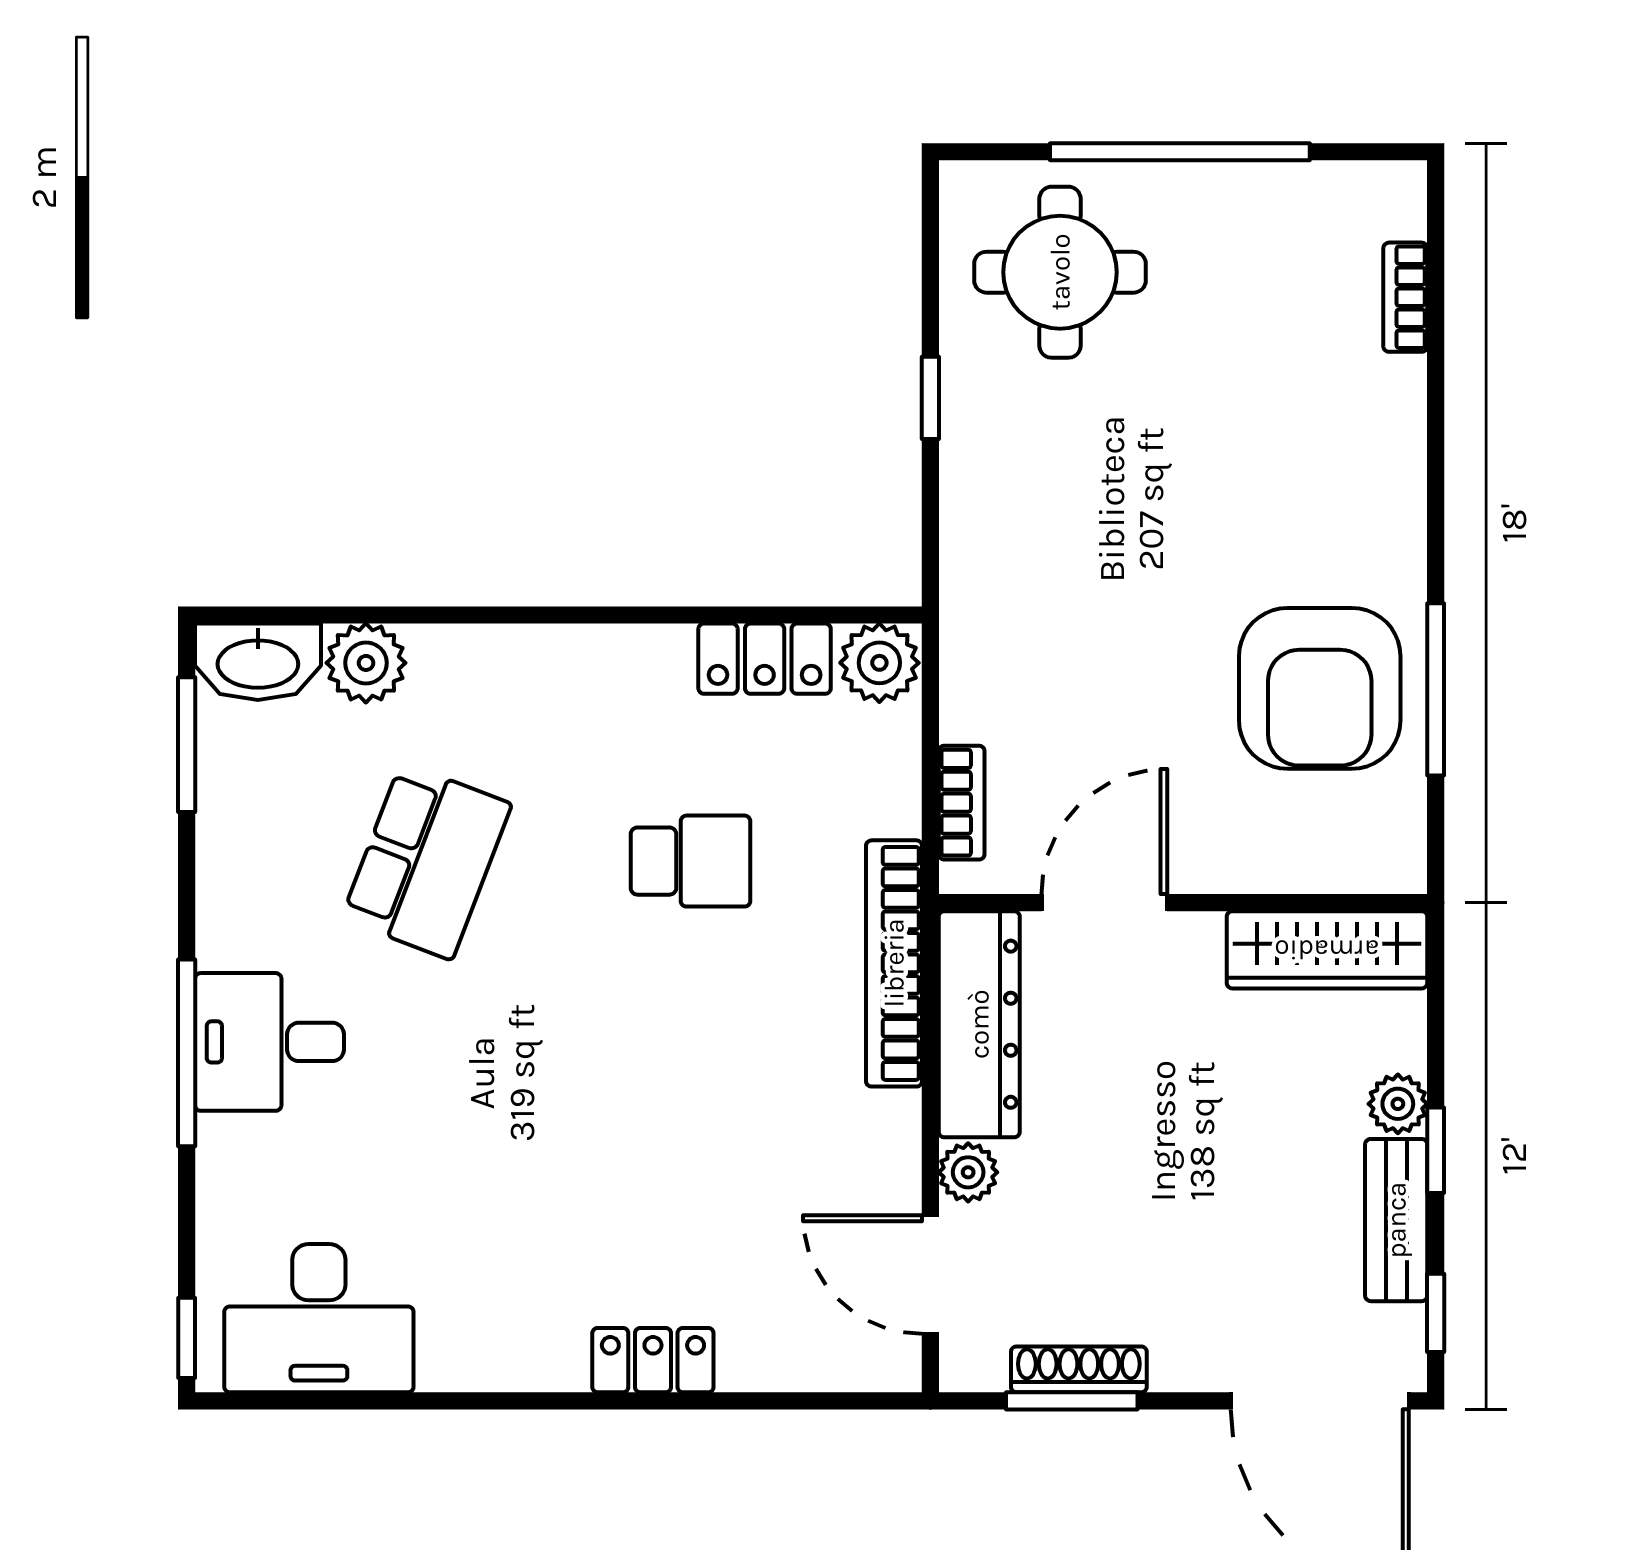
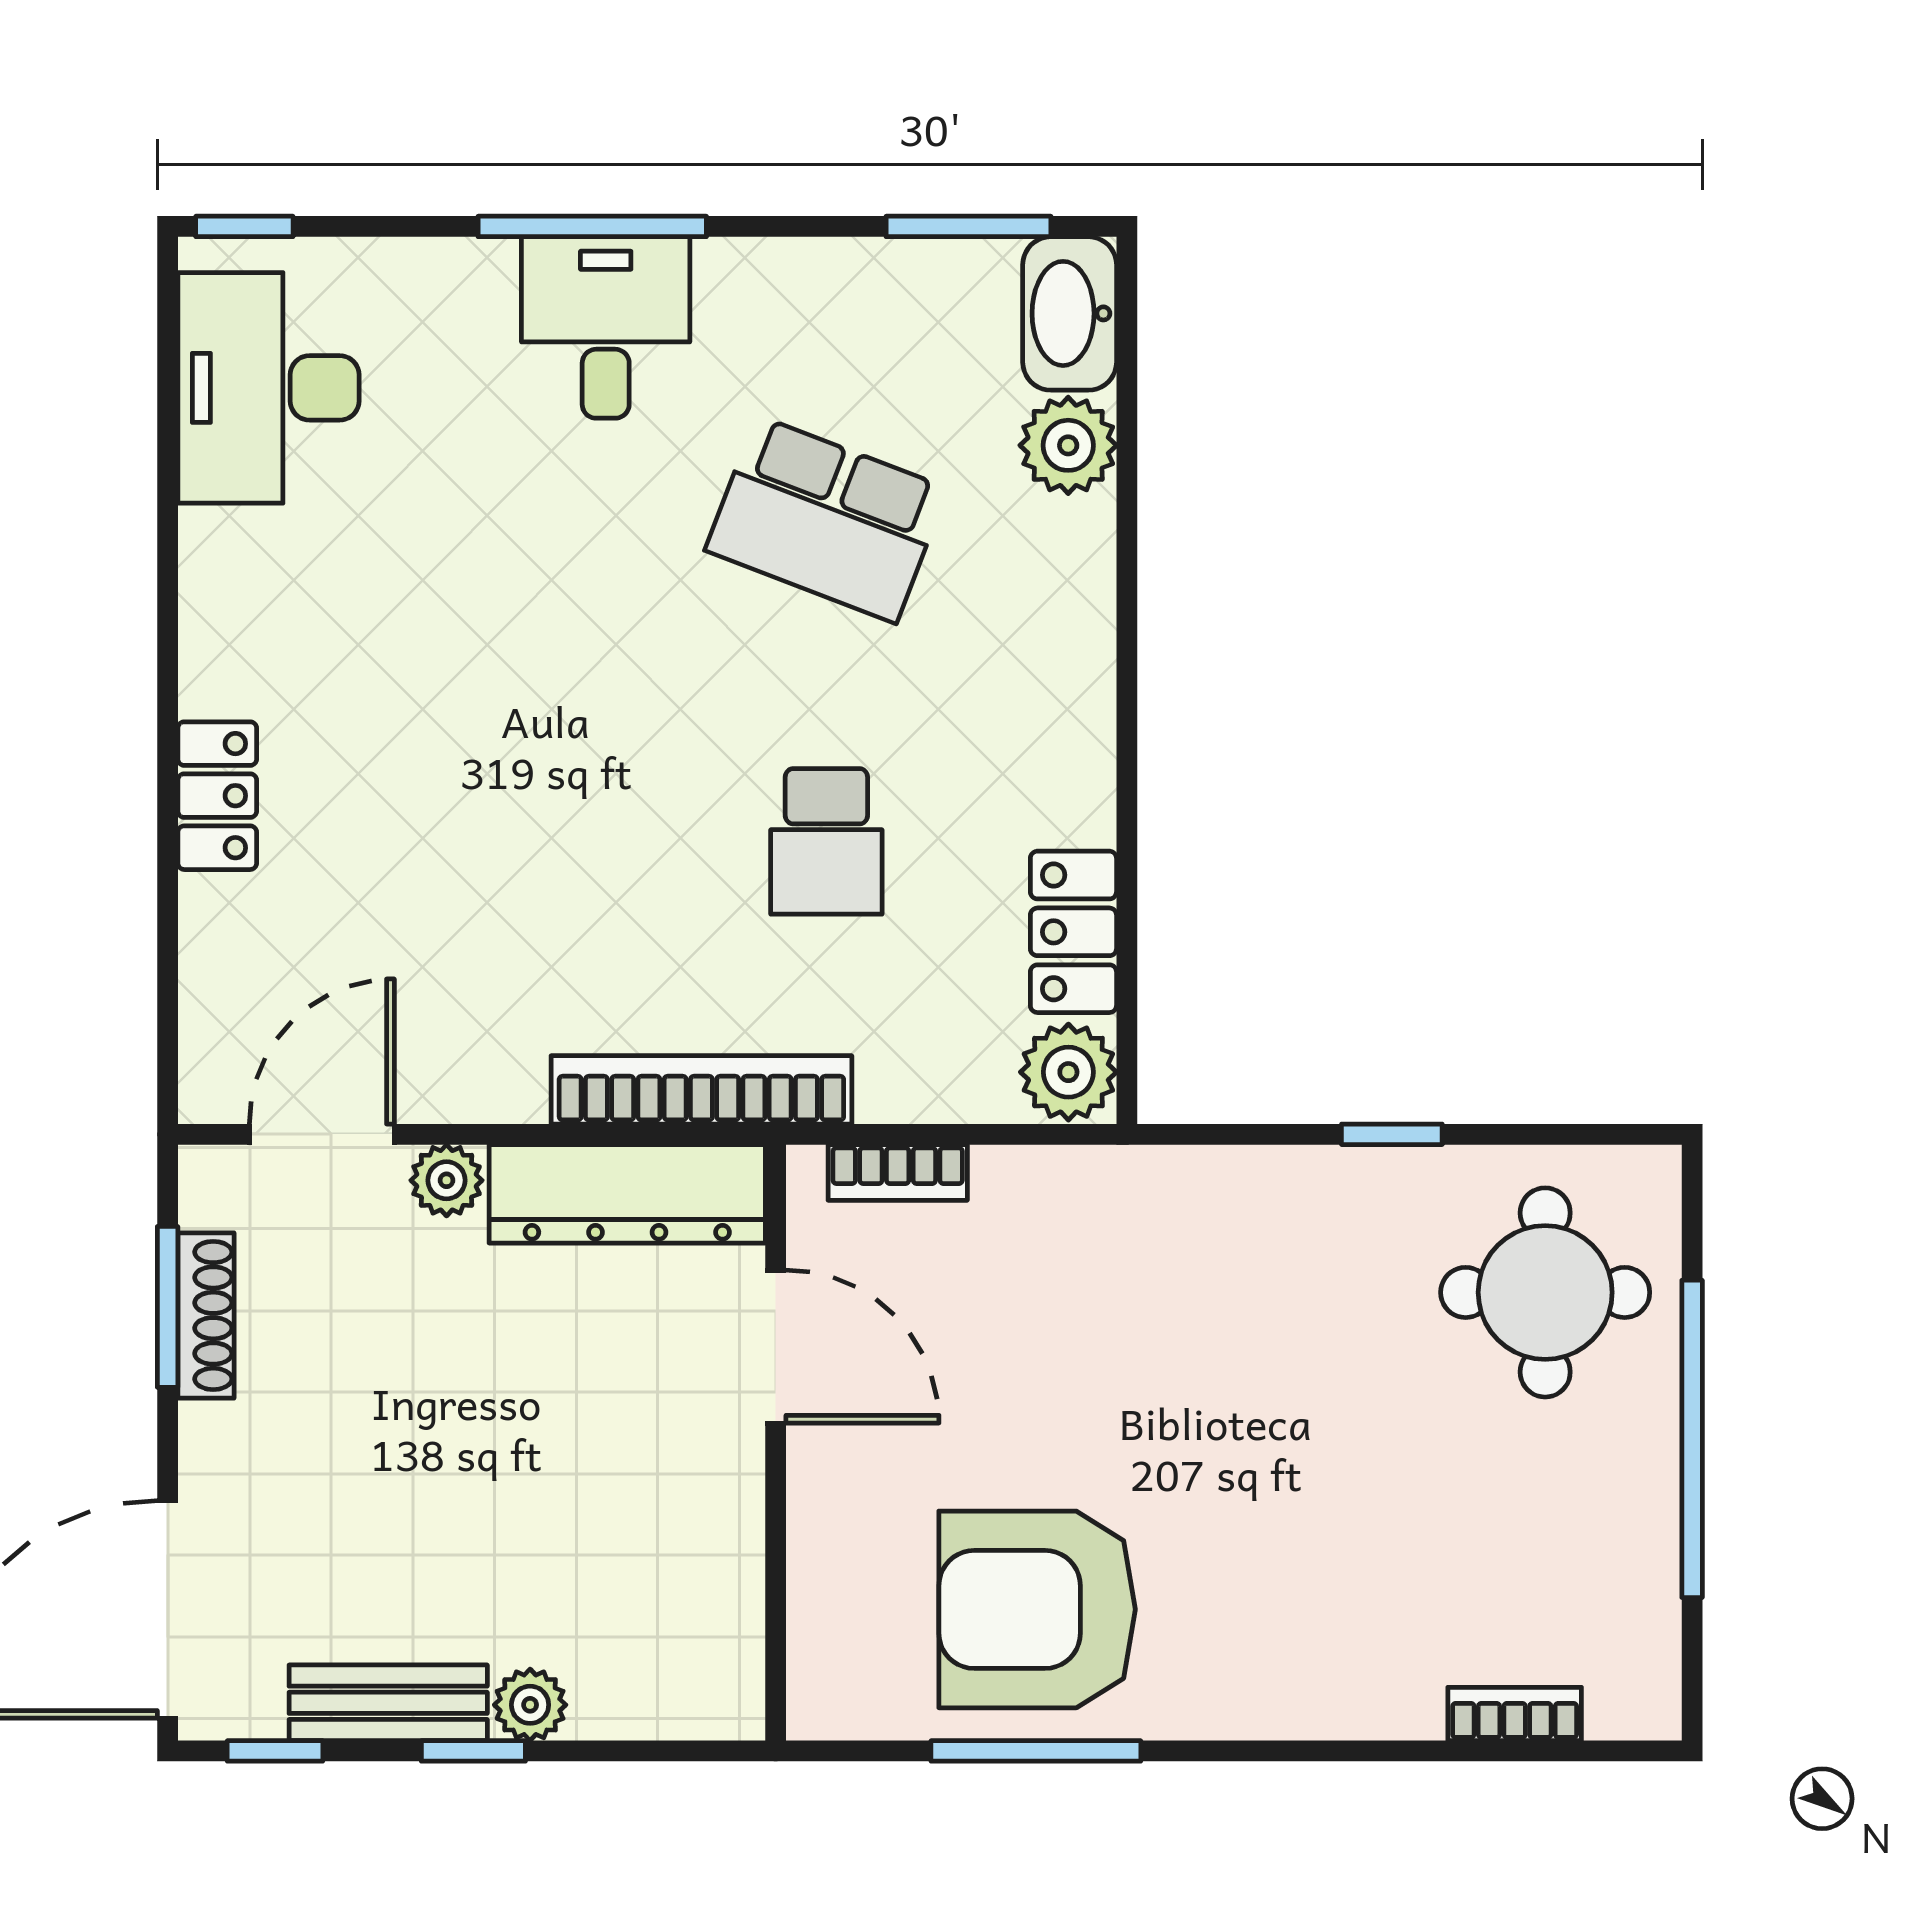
wardrobe: (1327, 950) -> (718, 1618), removed

